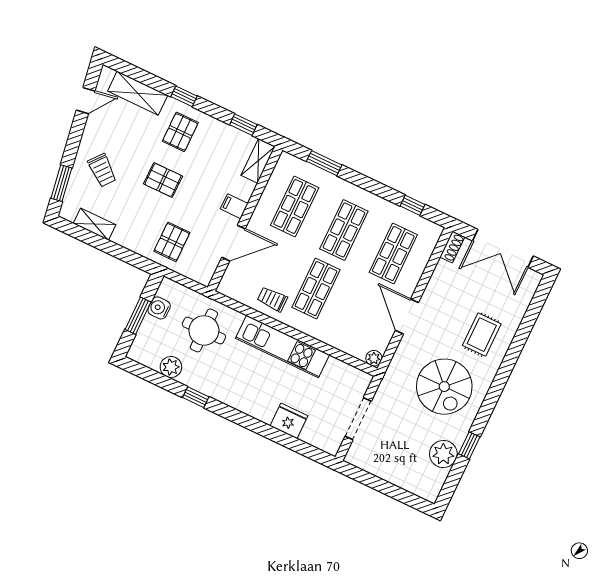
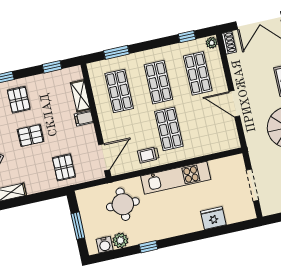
shelving: (258, 161) -> (80, 96), moved
door: (234, 243) -> (104, 157), moved
water cooler: (159, 308) -> (105, 245), moved, turned -90
plant: (374, 358) -> (212, 43), moved

